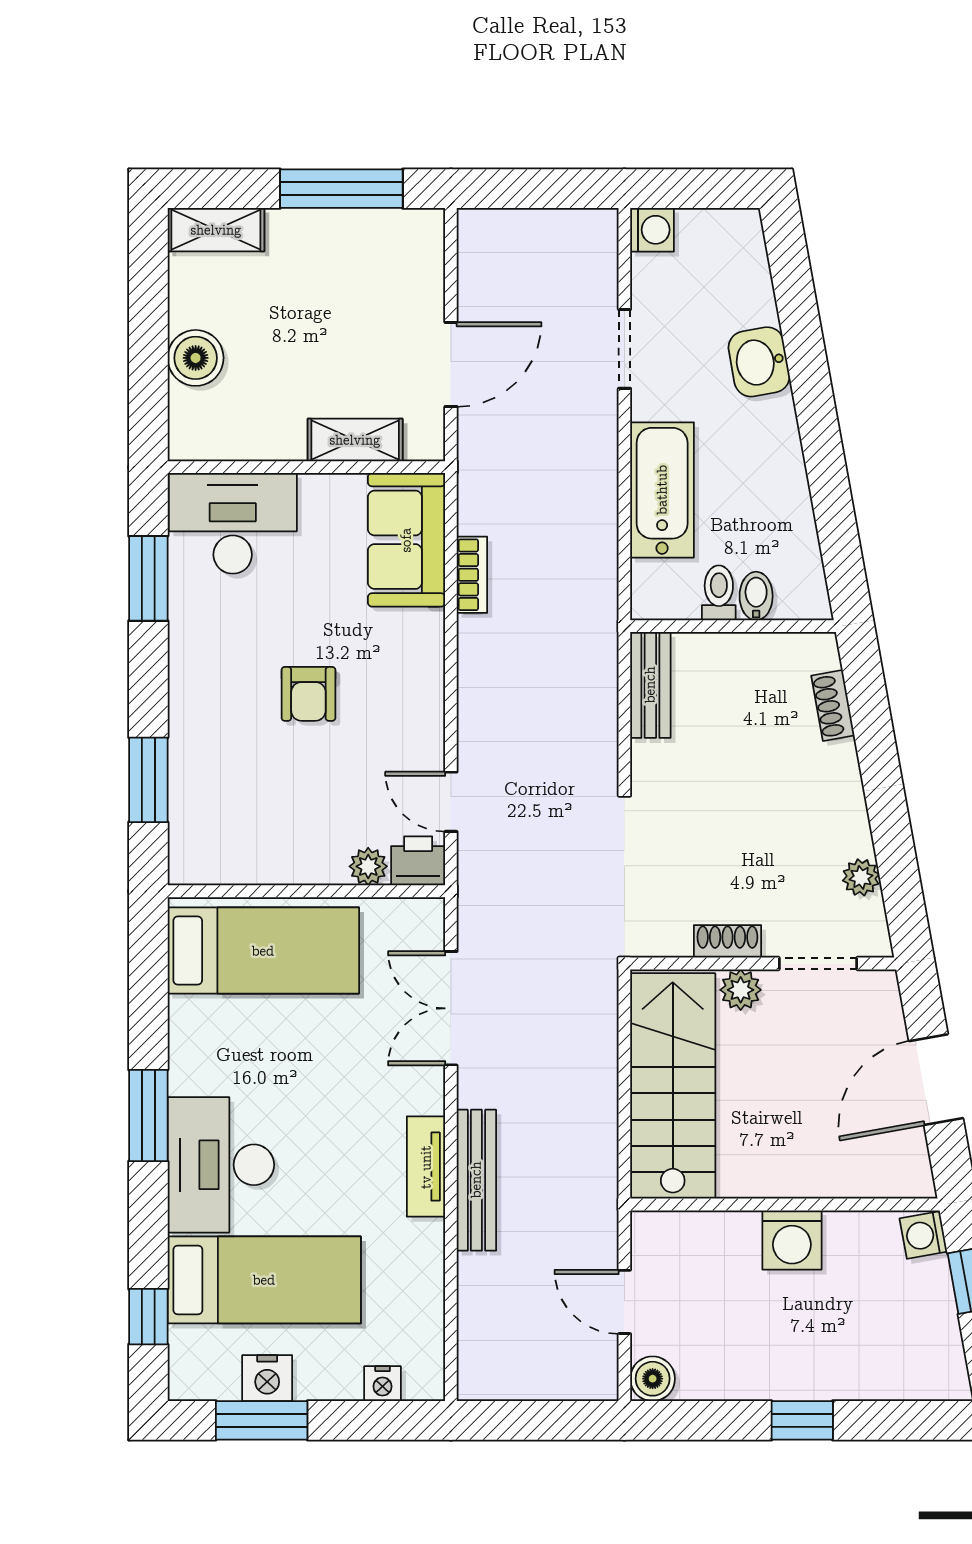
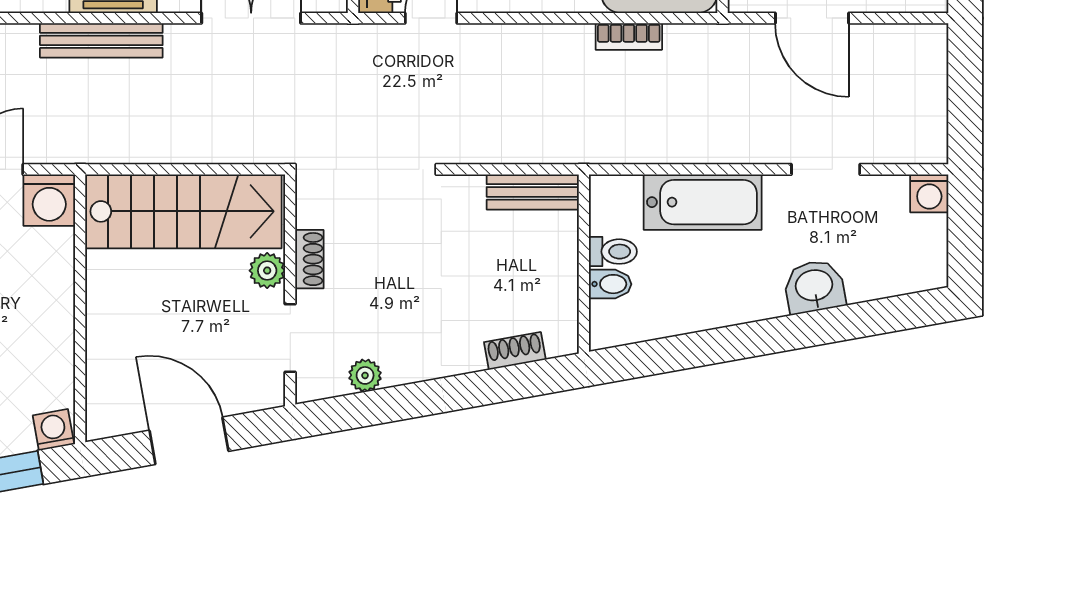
washing machine: (792, 1240) -> (49, 200), moved, turned -90

